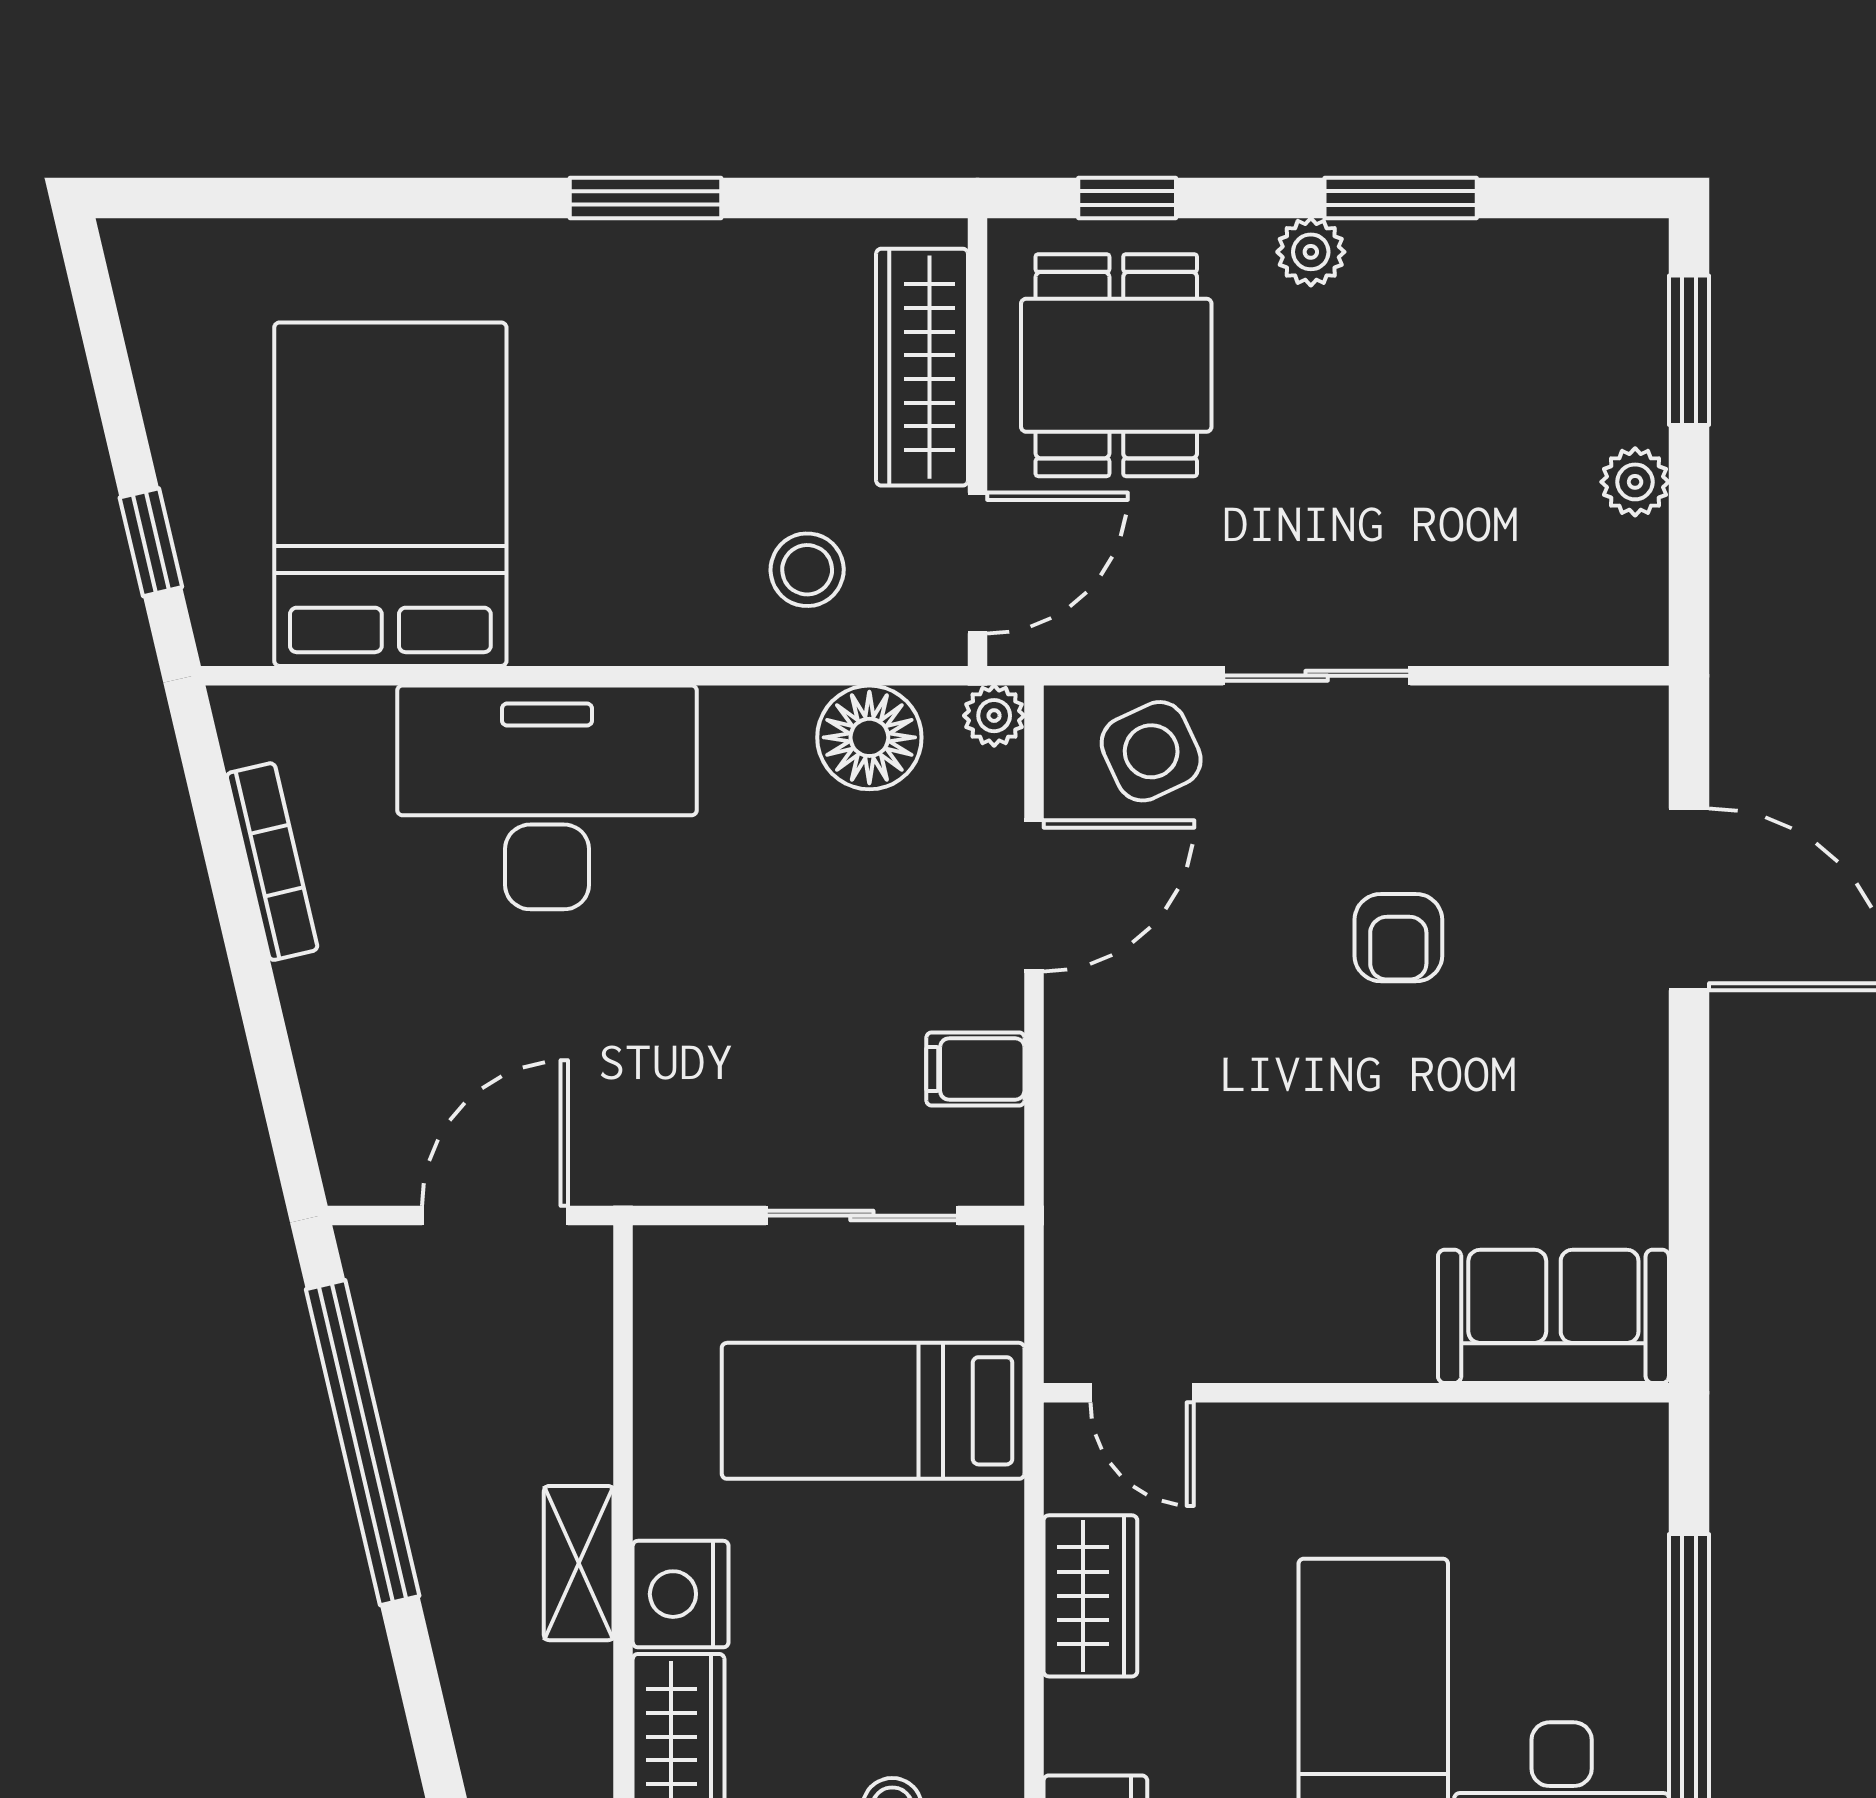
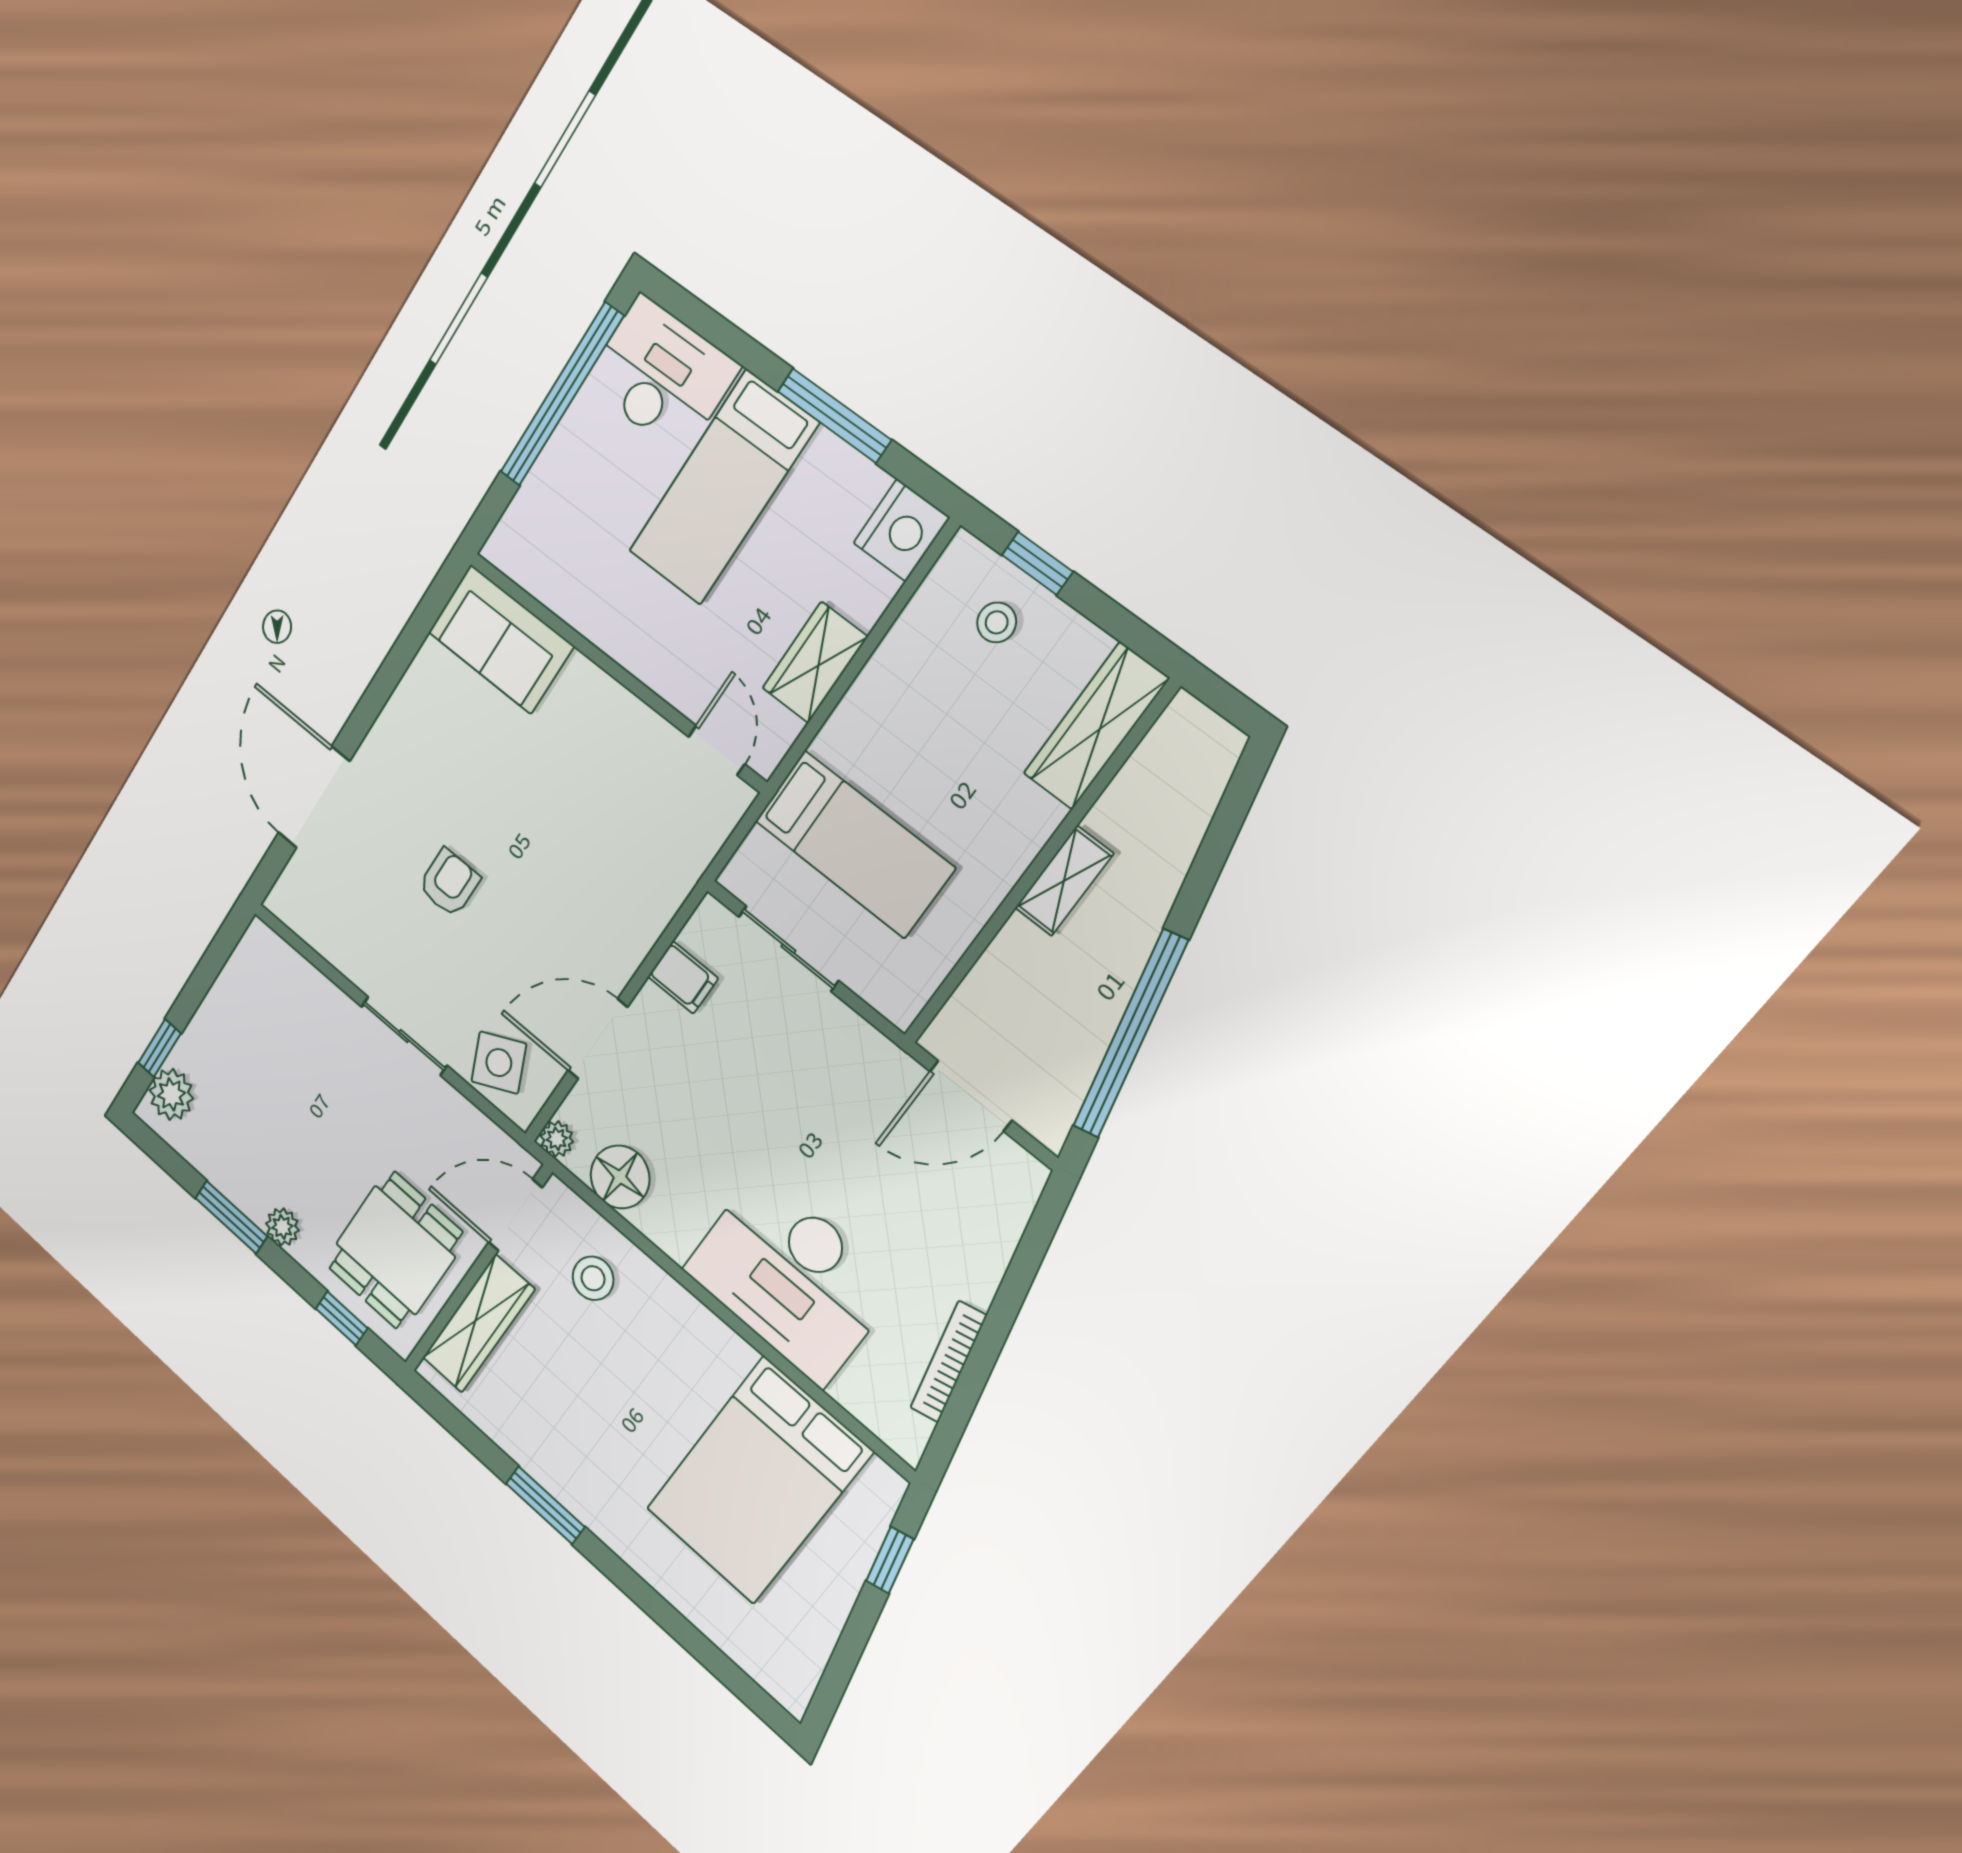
window: (1689, 350) -> (159, 1048), width x0.67
plant: (1635, 482) -> (171, 1094), moved, width x1.38, depth x1.38
nightstand: (681, 1594) -> (1023, 823), removed

